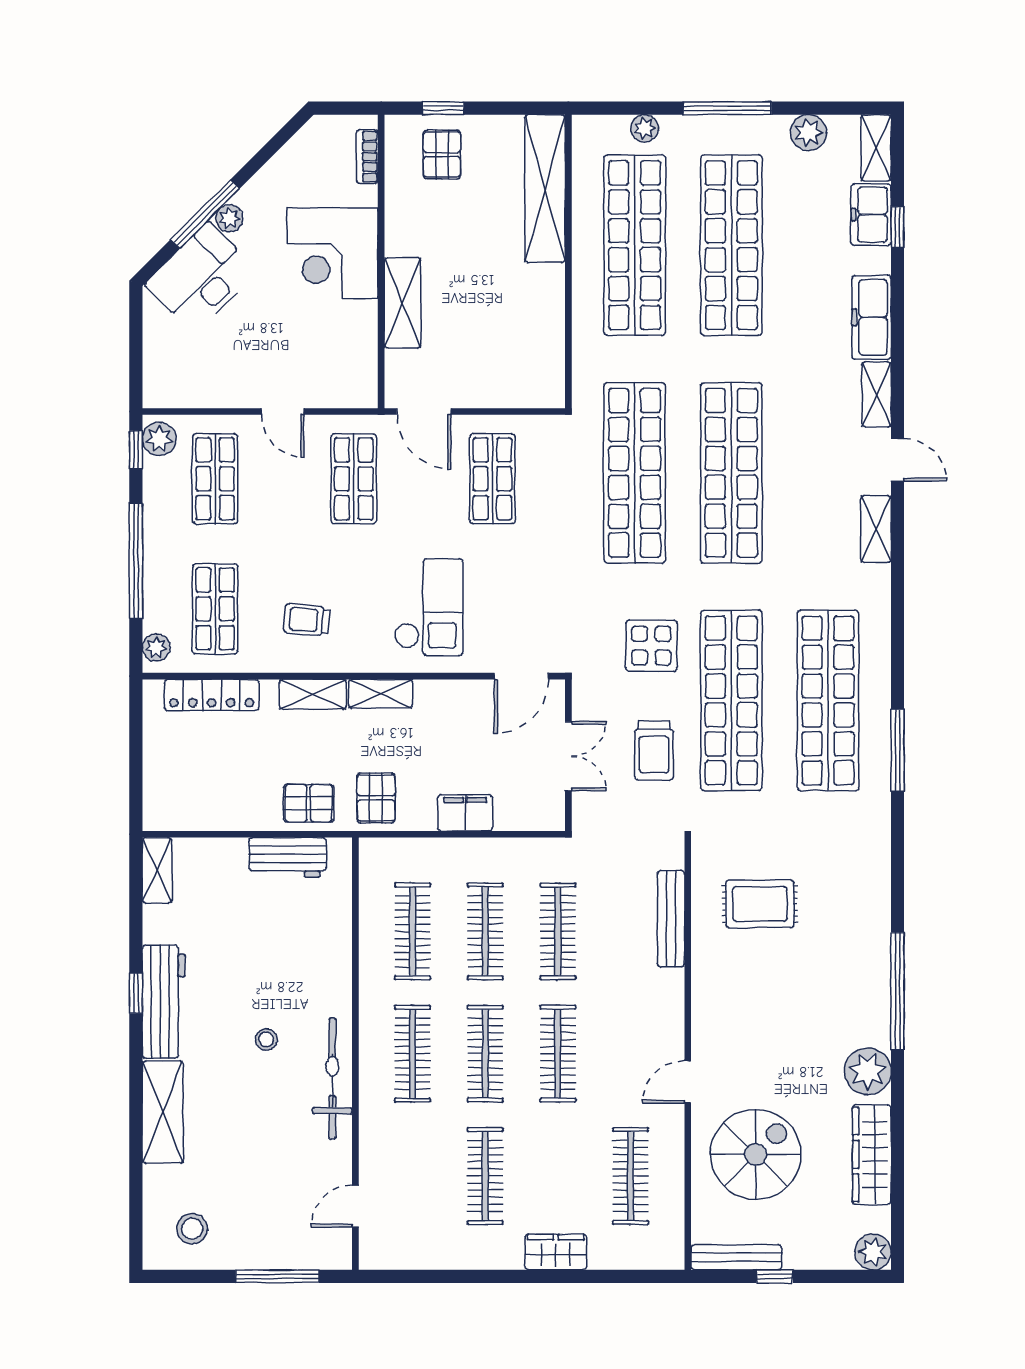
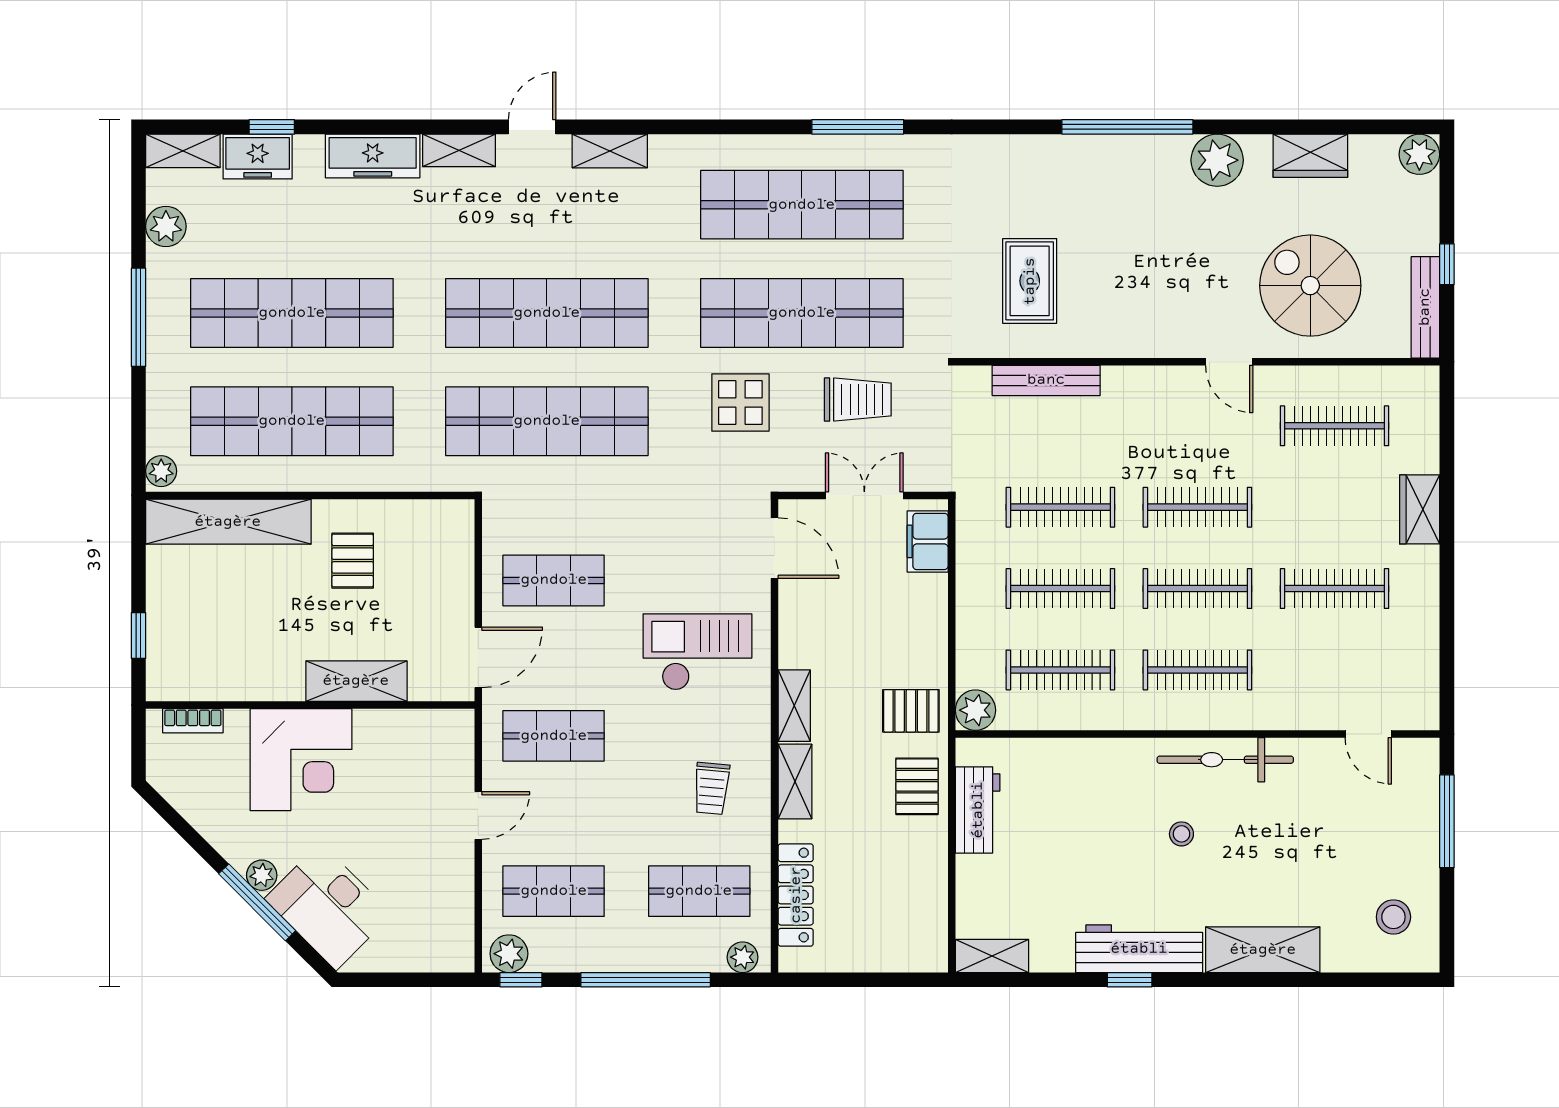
plant: (645, 128) -> (161, 471), moved
pallet: (442, 155) -> (353, 561), moved, turned 90
filing cabinet: (465, 813) -> (928, 541), moved
plant: (377, 856) -> (975, 710), added
wardrobe: (872, 1154) -> (1310, 156), width x0.67

